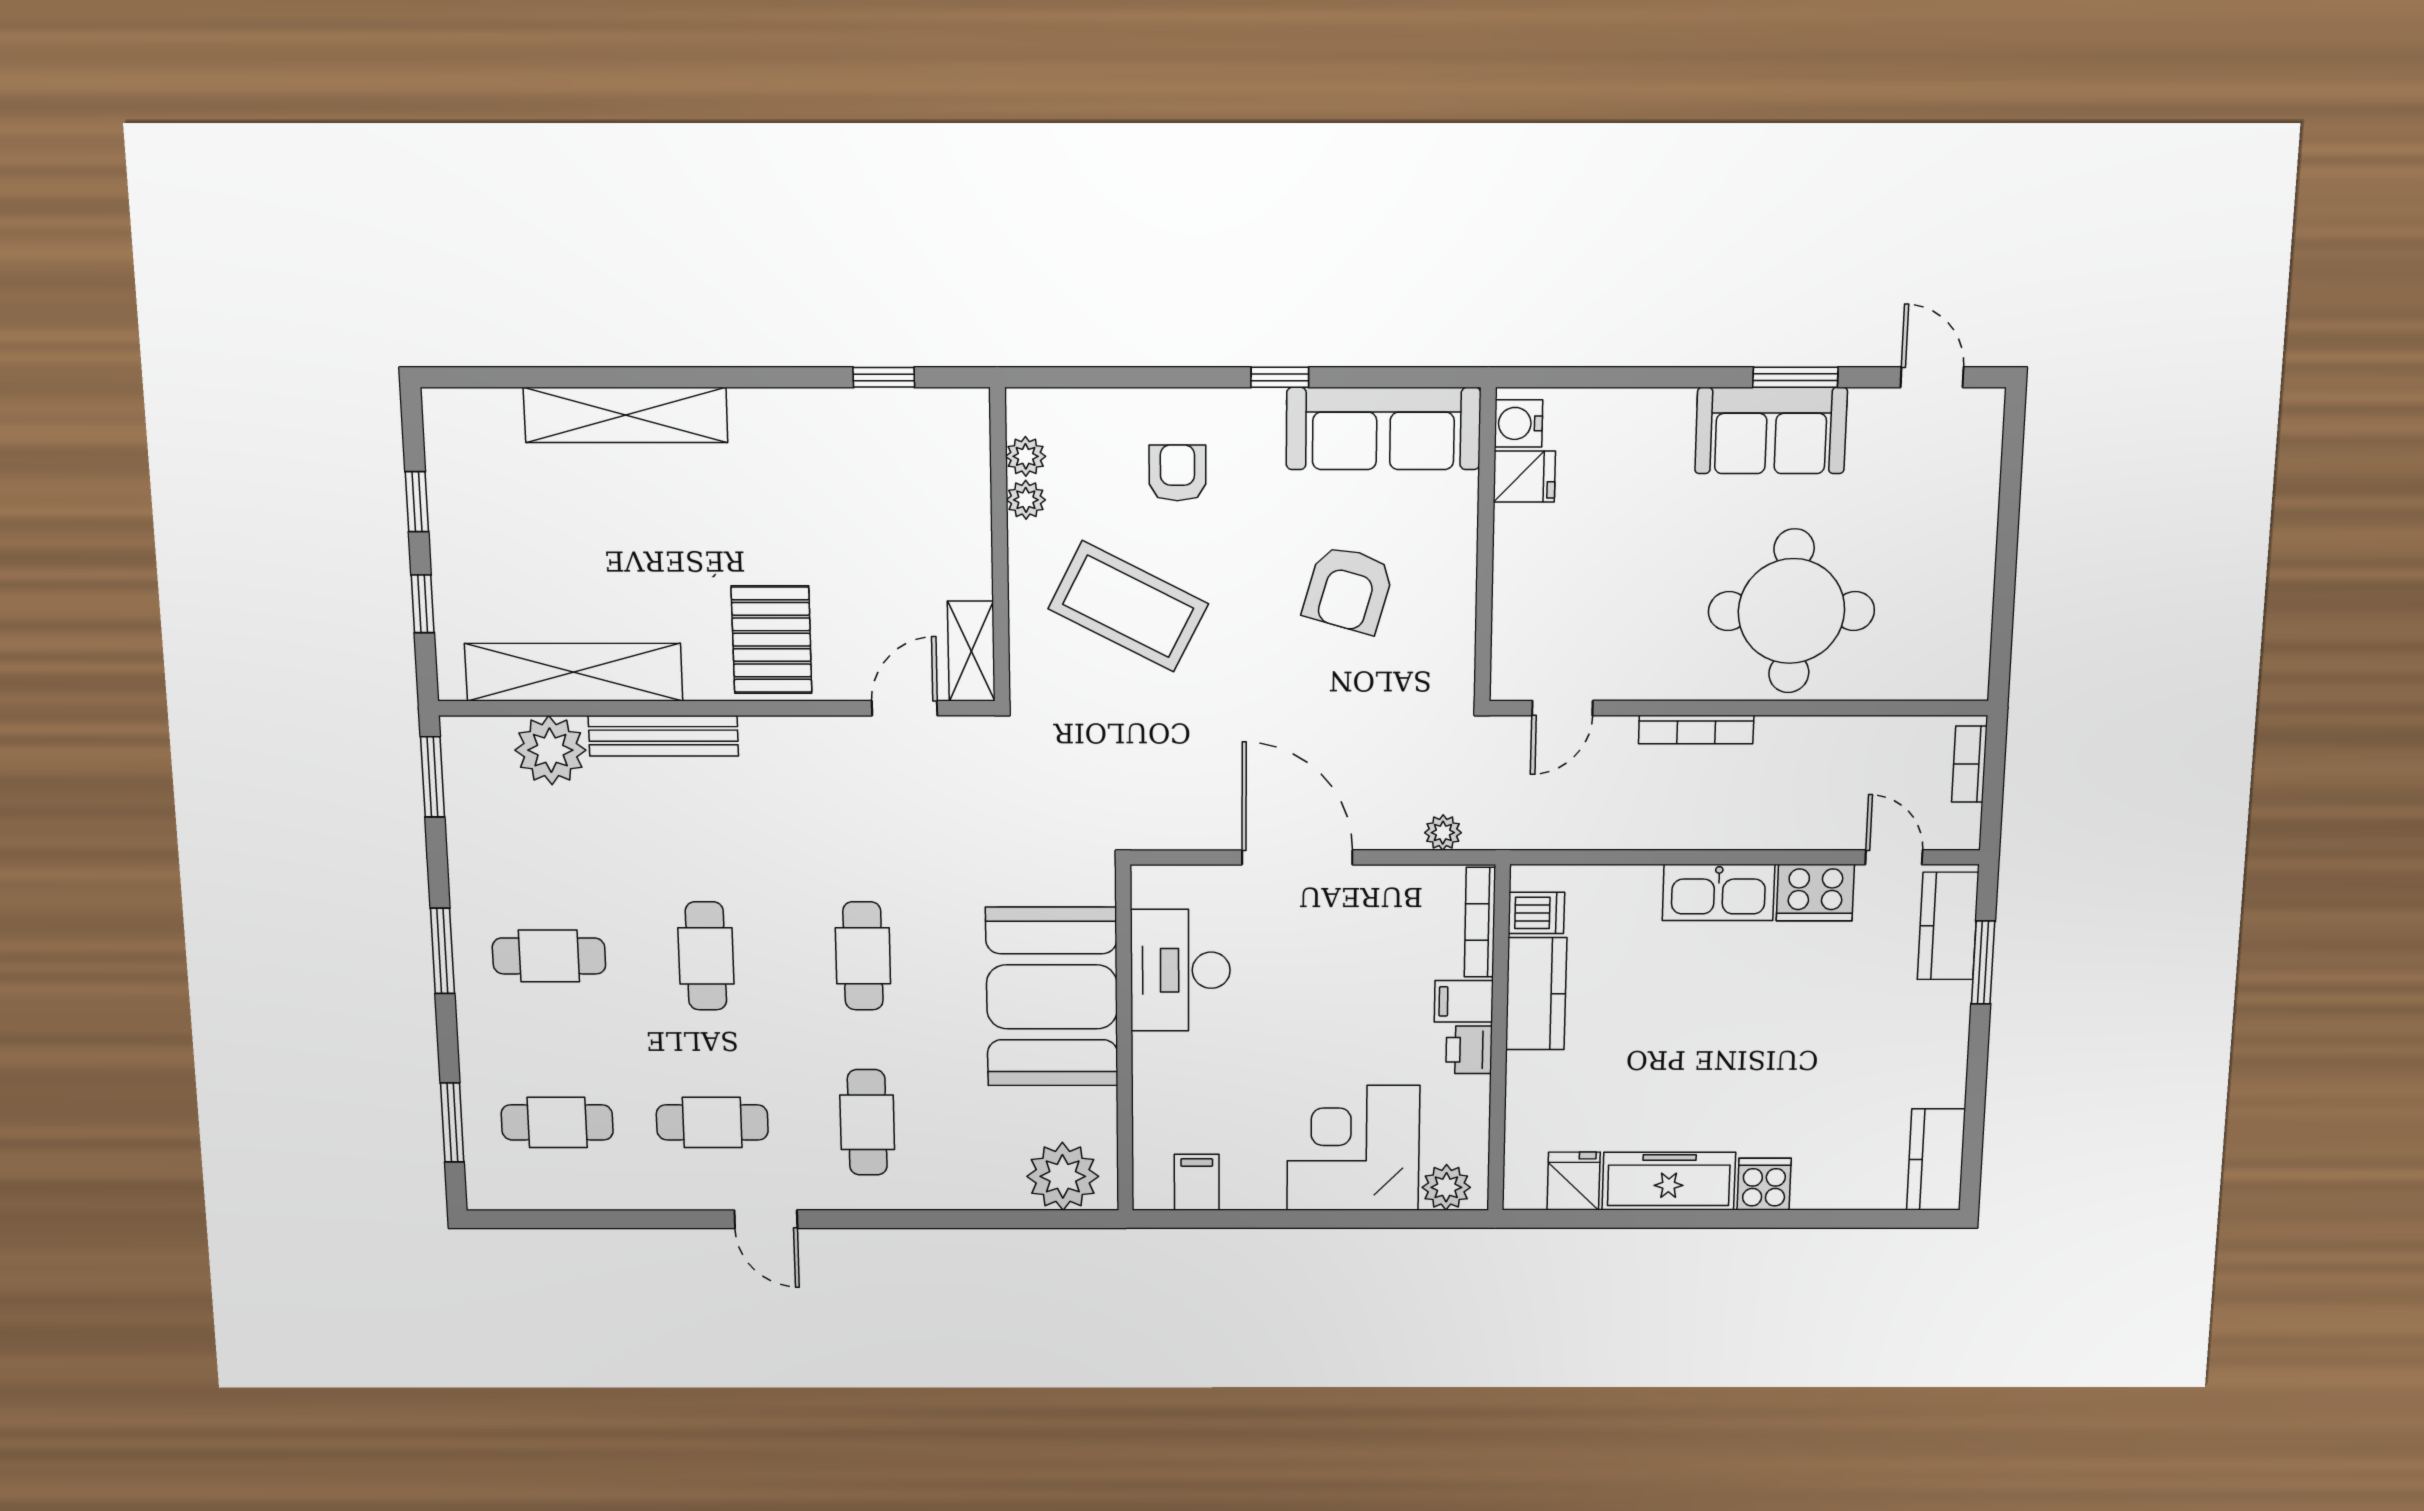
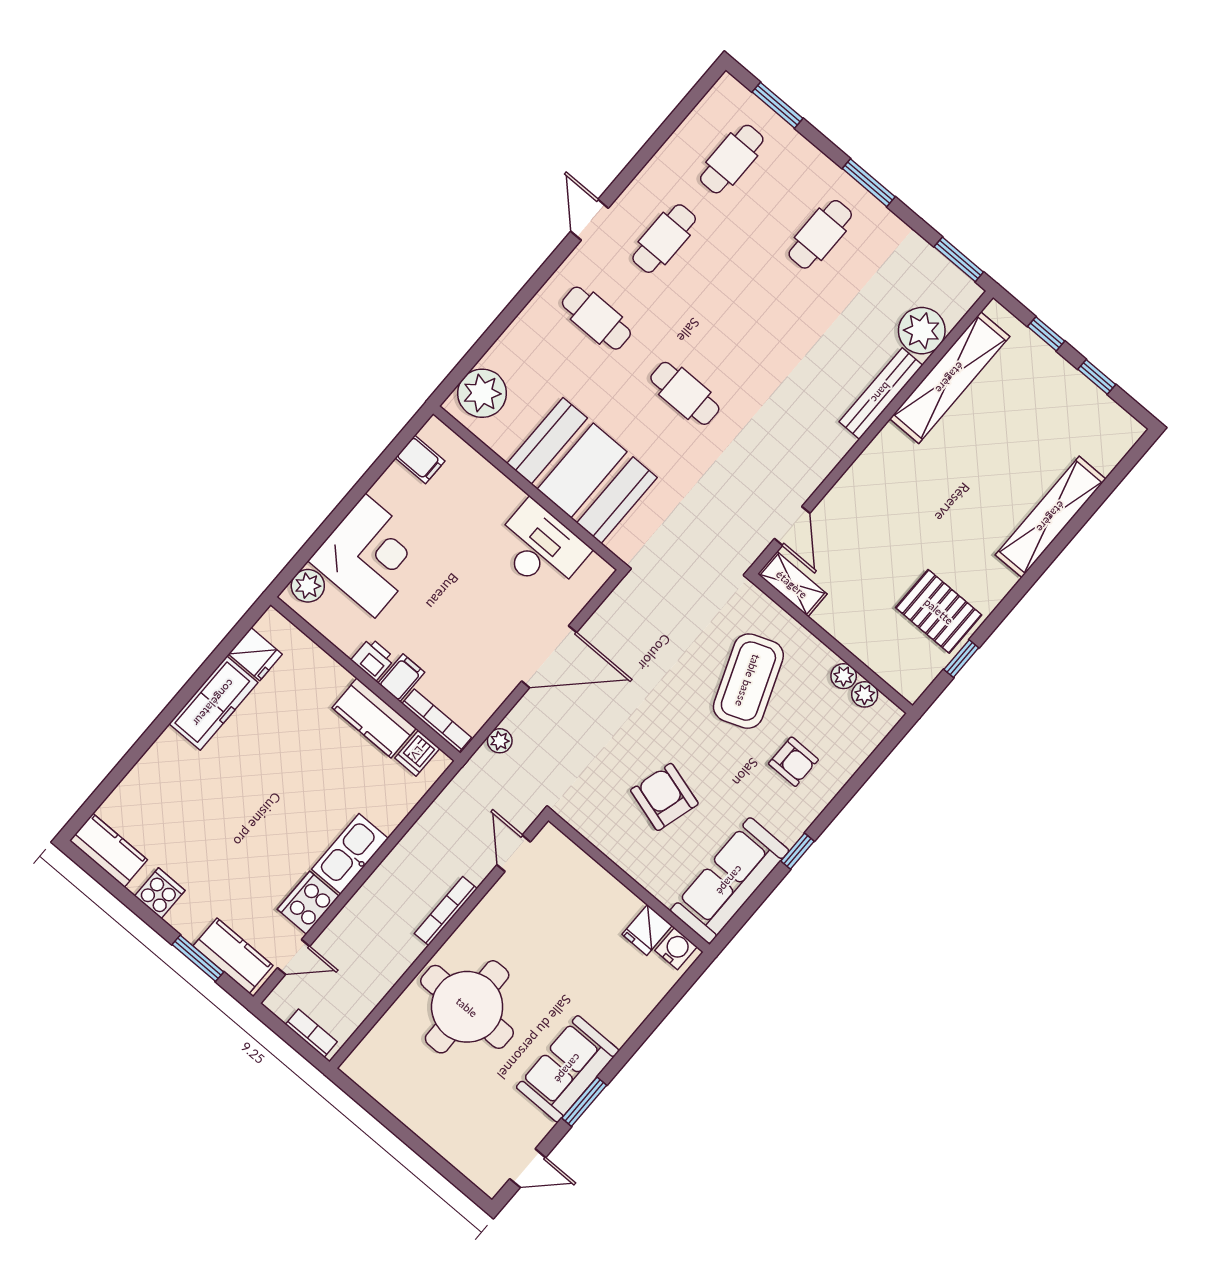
coffee table: (1128, 606) -> (748, 681), turned -48
pallet: (772, 640) -> (939, 611), moved
cafe table: (706, 956) -> (753, 314), removed
cooker: (1764, 1184) -> (160, 893), moved, turned -90
door: (766, 1219) -> (590, 220), hinge flipped

